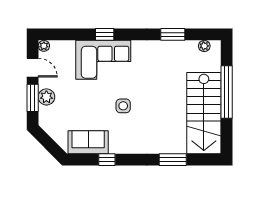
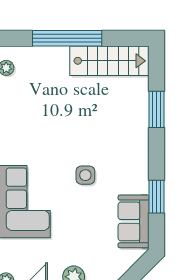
stairs: (204, 113) -> (109, 61), width x0.73, depth x0.66
window: (107, 160) -> (156, 197), width x1.50

